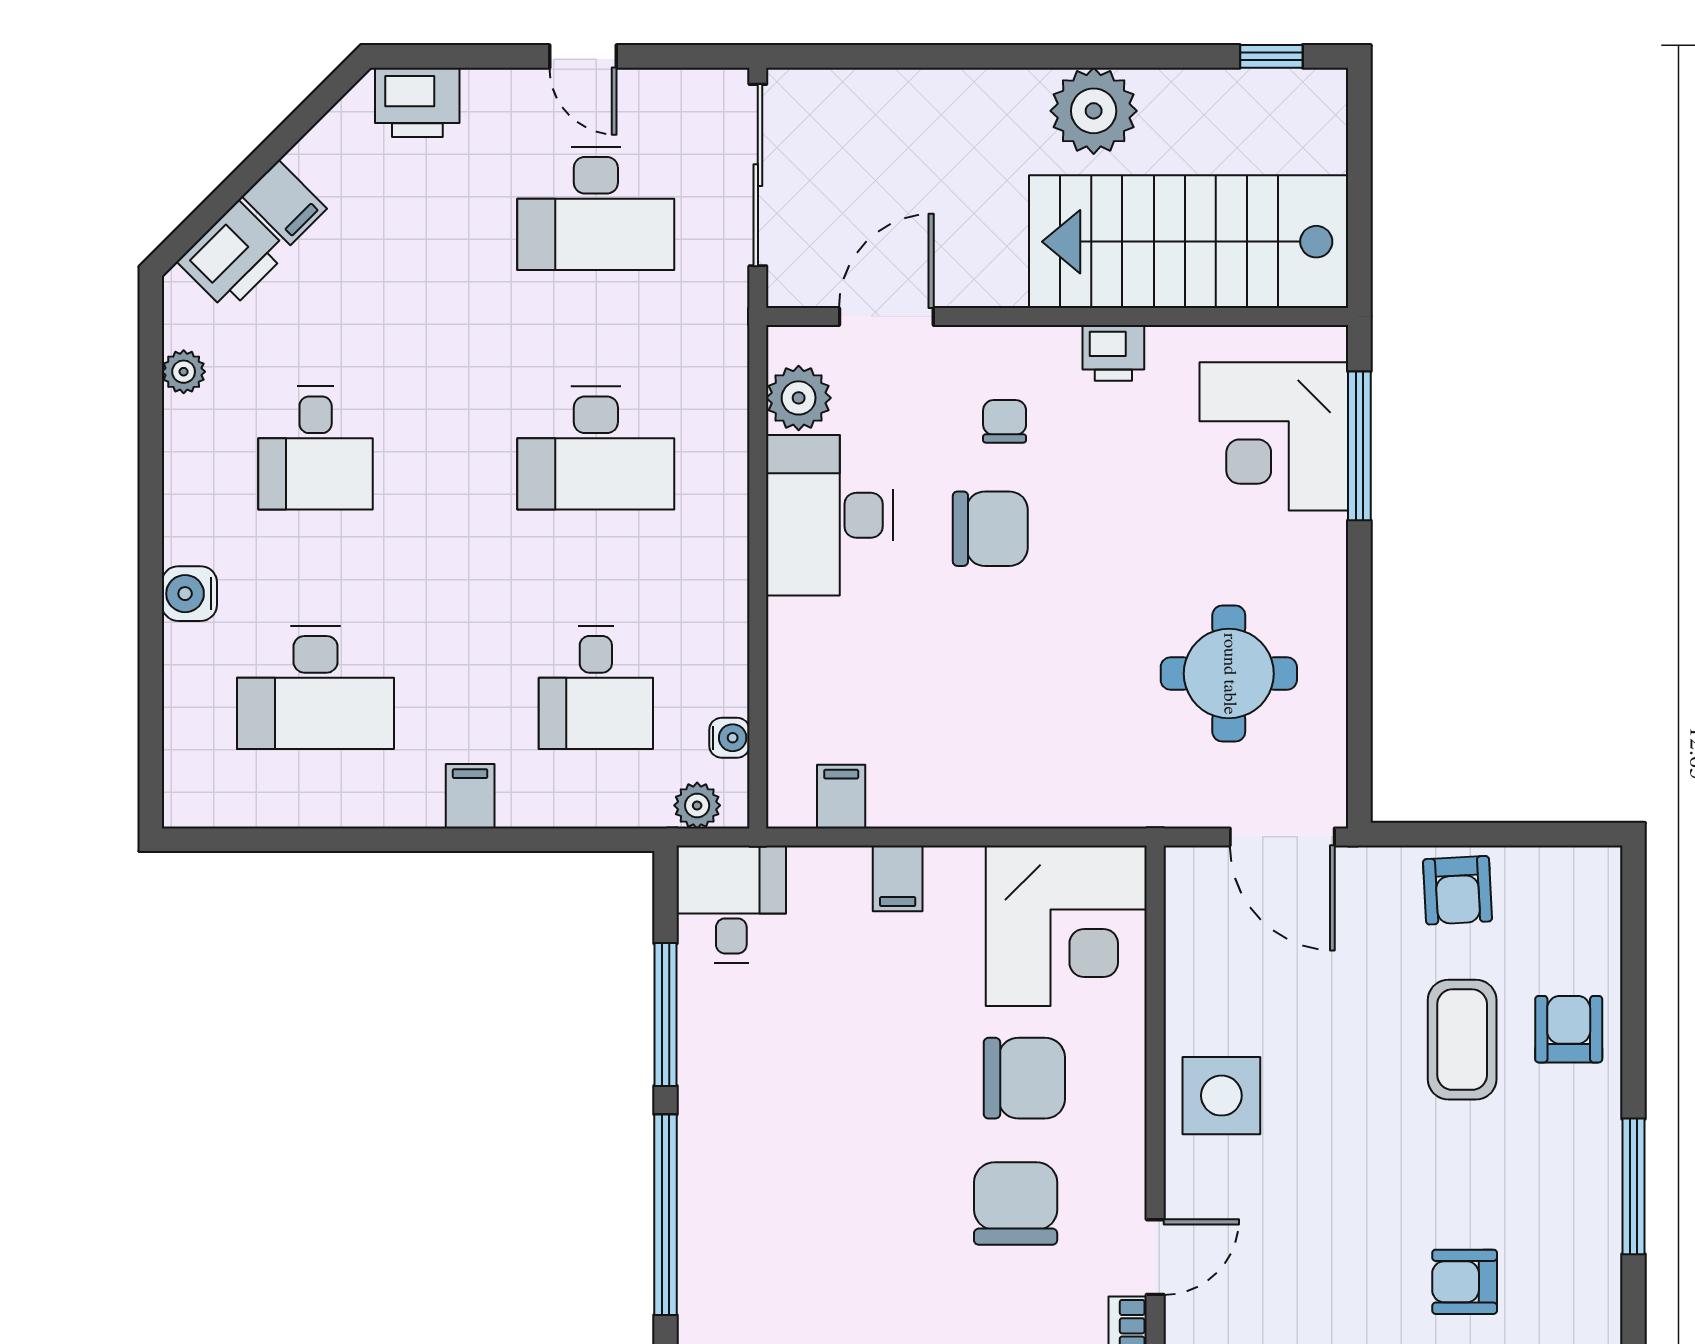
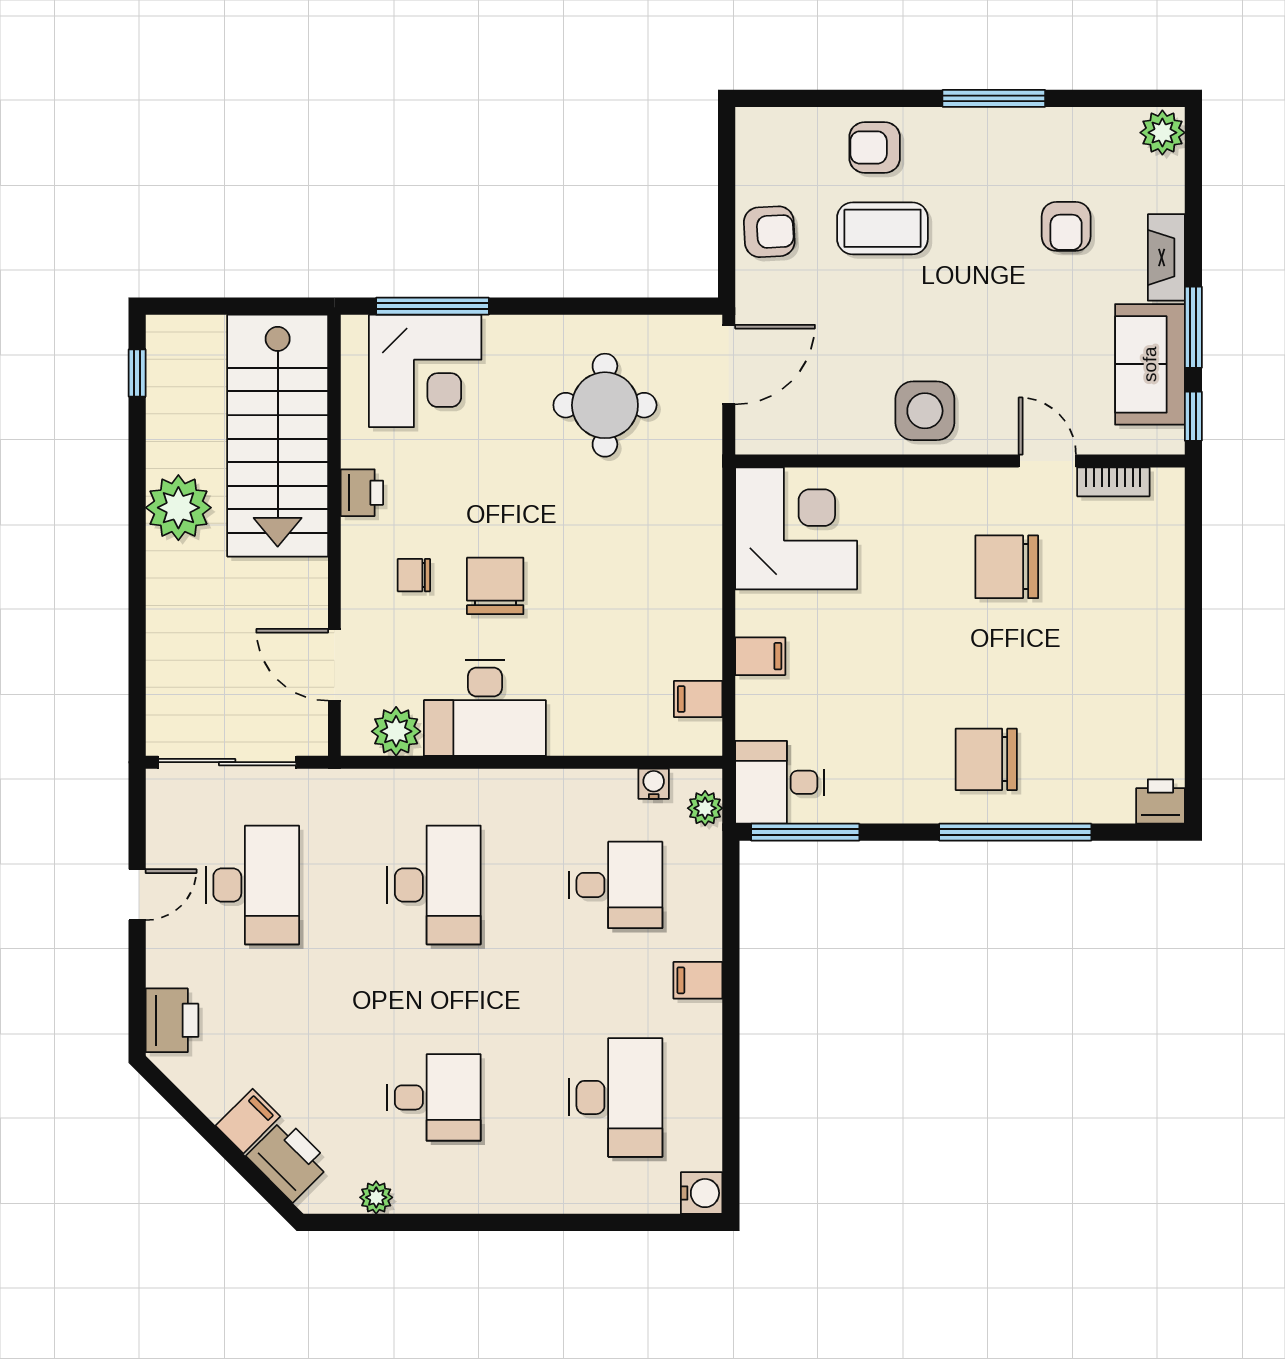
water cooler: (189, 594) -> (702, 1193), moved, turned -90
window: (666, 1015) -> (805, 832), moved
chair: (1024, 1078) -> (986, 759), moved, turned -90

